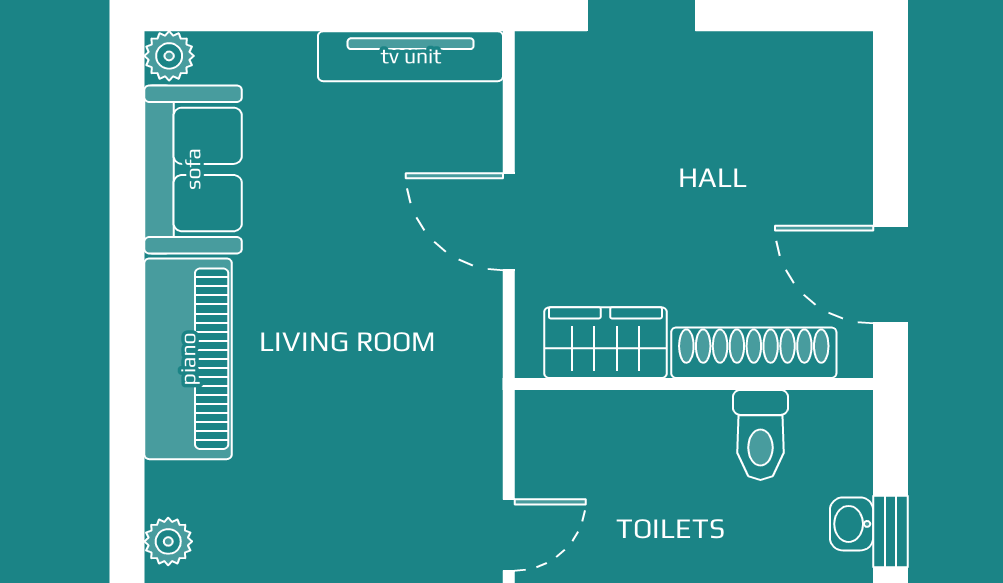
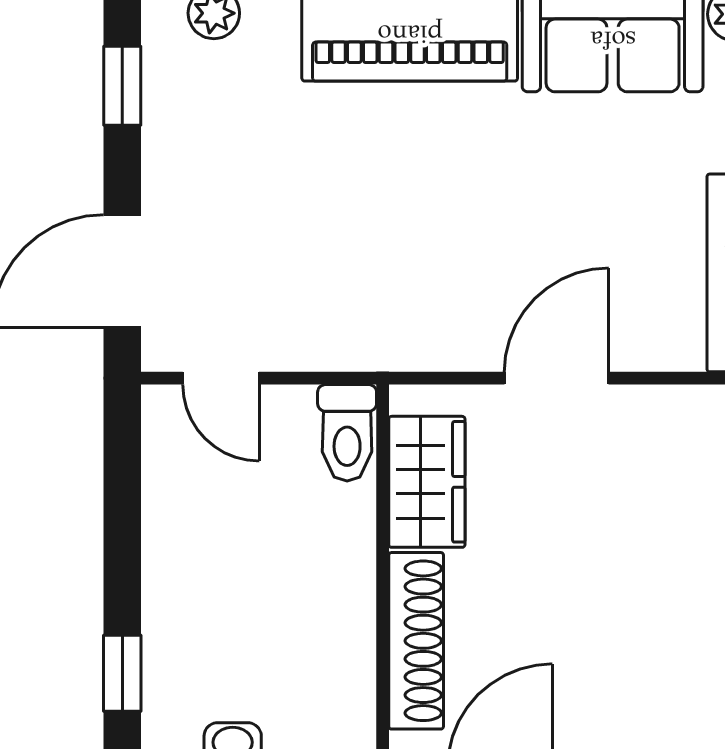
toilet: (760, 435) -> (347, 433), moved, turned -90

